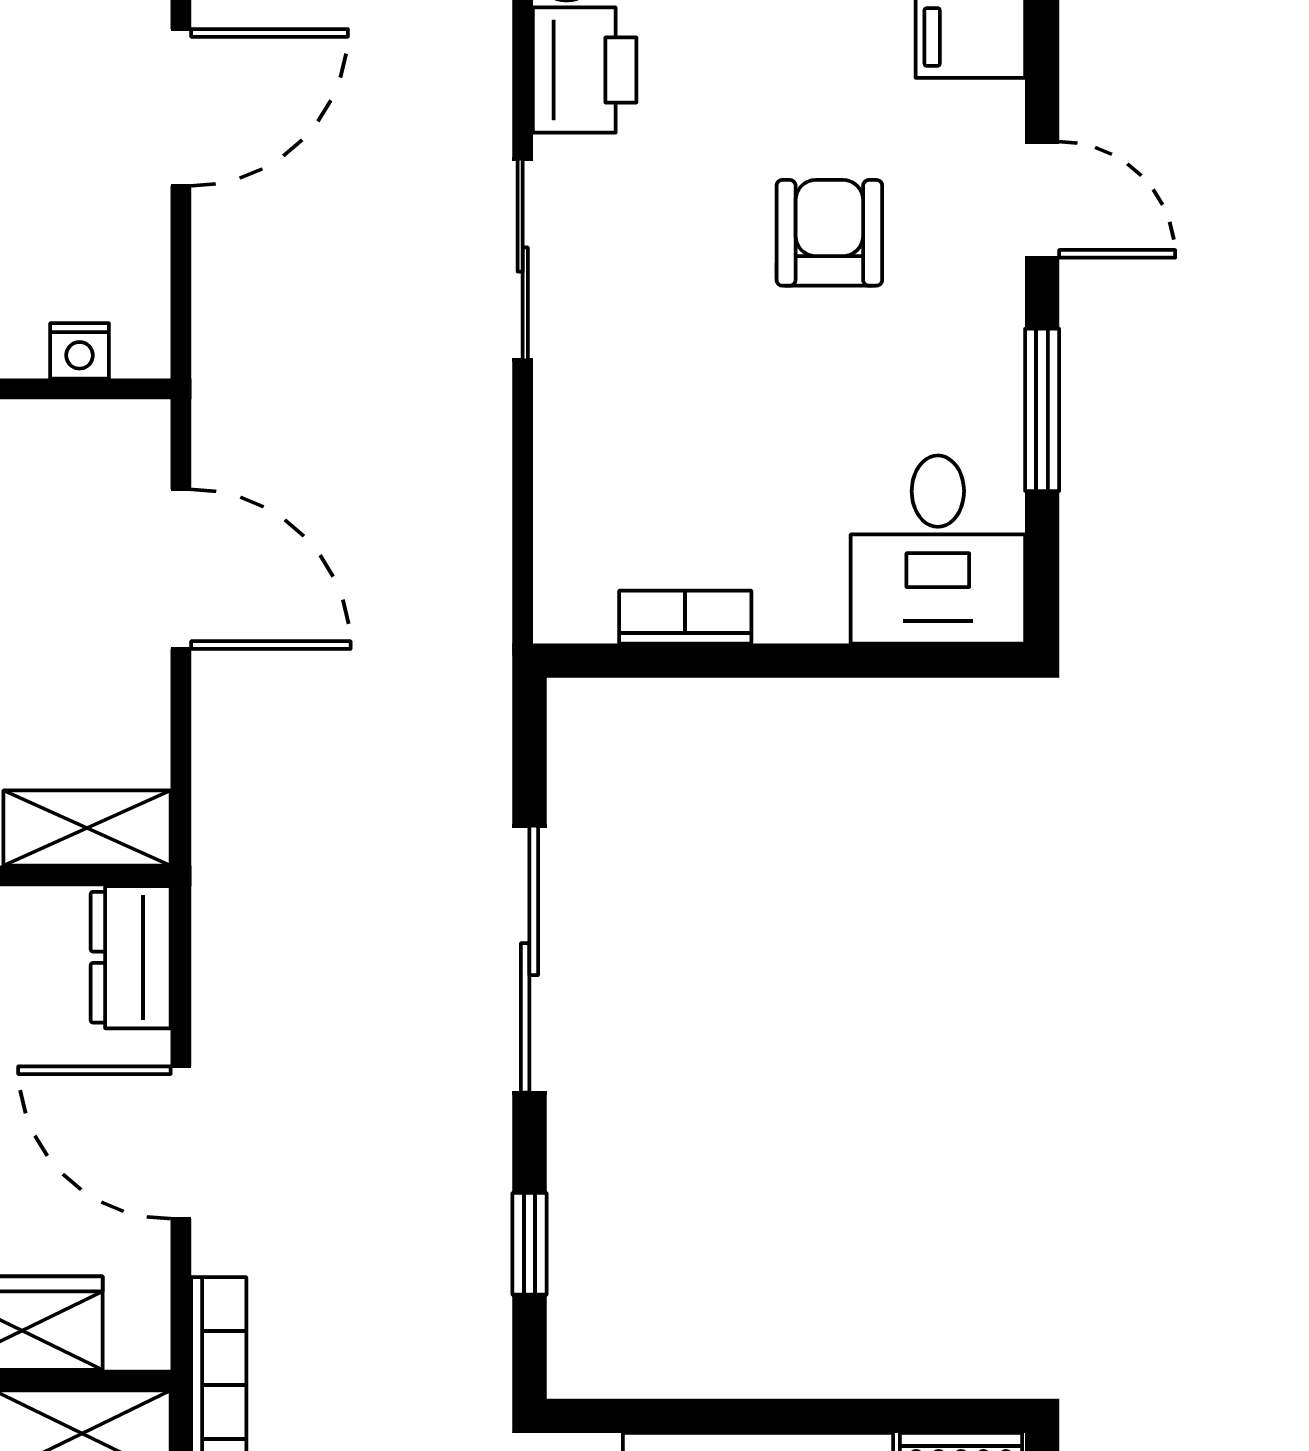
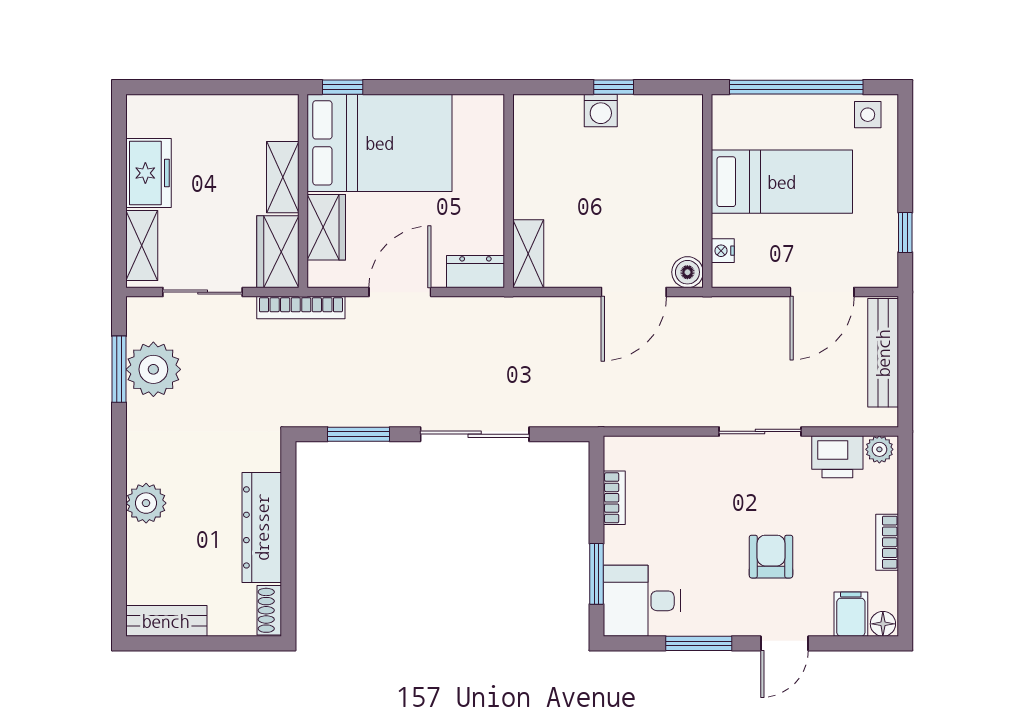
door: (181, 107) -> (822, 292), hinge flipped
armchair: (829, 233) -> (771, 557), turned -90
boiler: (132, 438) -> (687, 272), added
window: (872, 661) -> (596, 574), added
window: (529, 1244) -> (359, 434), width x1.50

